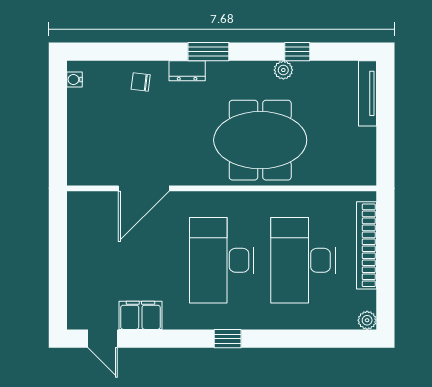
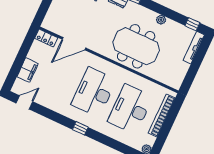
window: (297, 52) -> (192, 24), moved
locker: (88, 202) -> (46, 38), added
filing cabinet: (140, 315) -> (28, 70), moved, turned 90
door: (103, 339) -> (24, 102), swing flipped

